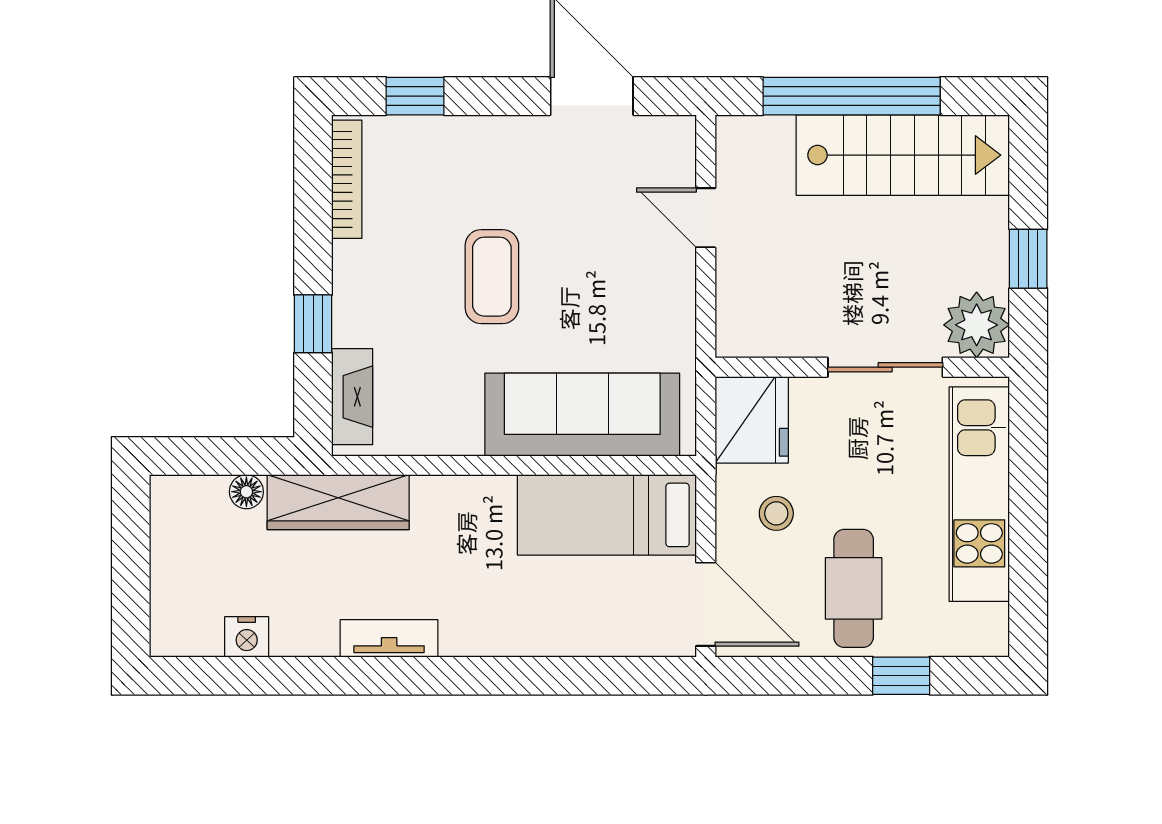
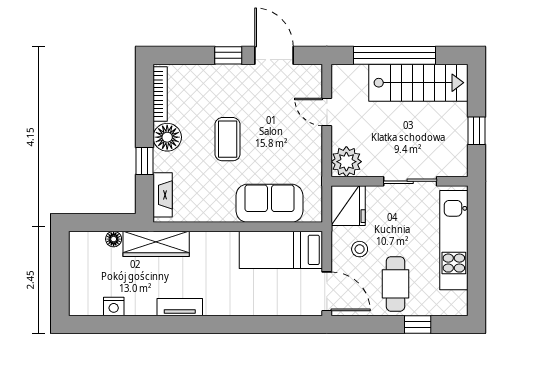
window: (415, 96) -> (228, 55), moved
floor lamp: (362, 272) -> (167, 137), added
plant: (977, 325) -> (346, 162), moved
sofa: (582, 415) -> (269, 203), width x0.73

